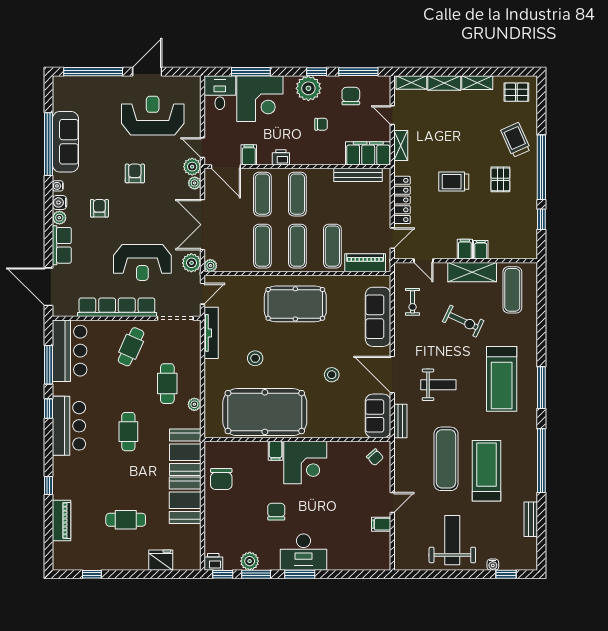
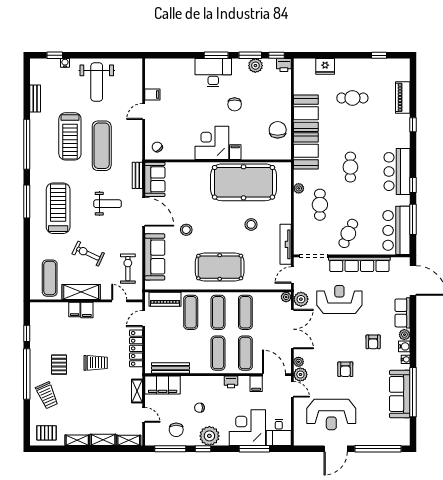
exercise bike: (413, 302) -> (128, 269), width x1.38, depth x1.39
stool: (332, 375) -> (186, 230), moved
weight bench: (438, 385) -> (108, 204), turned 180

